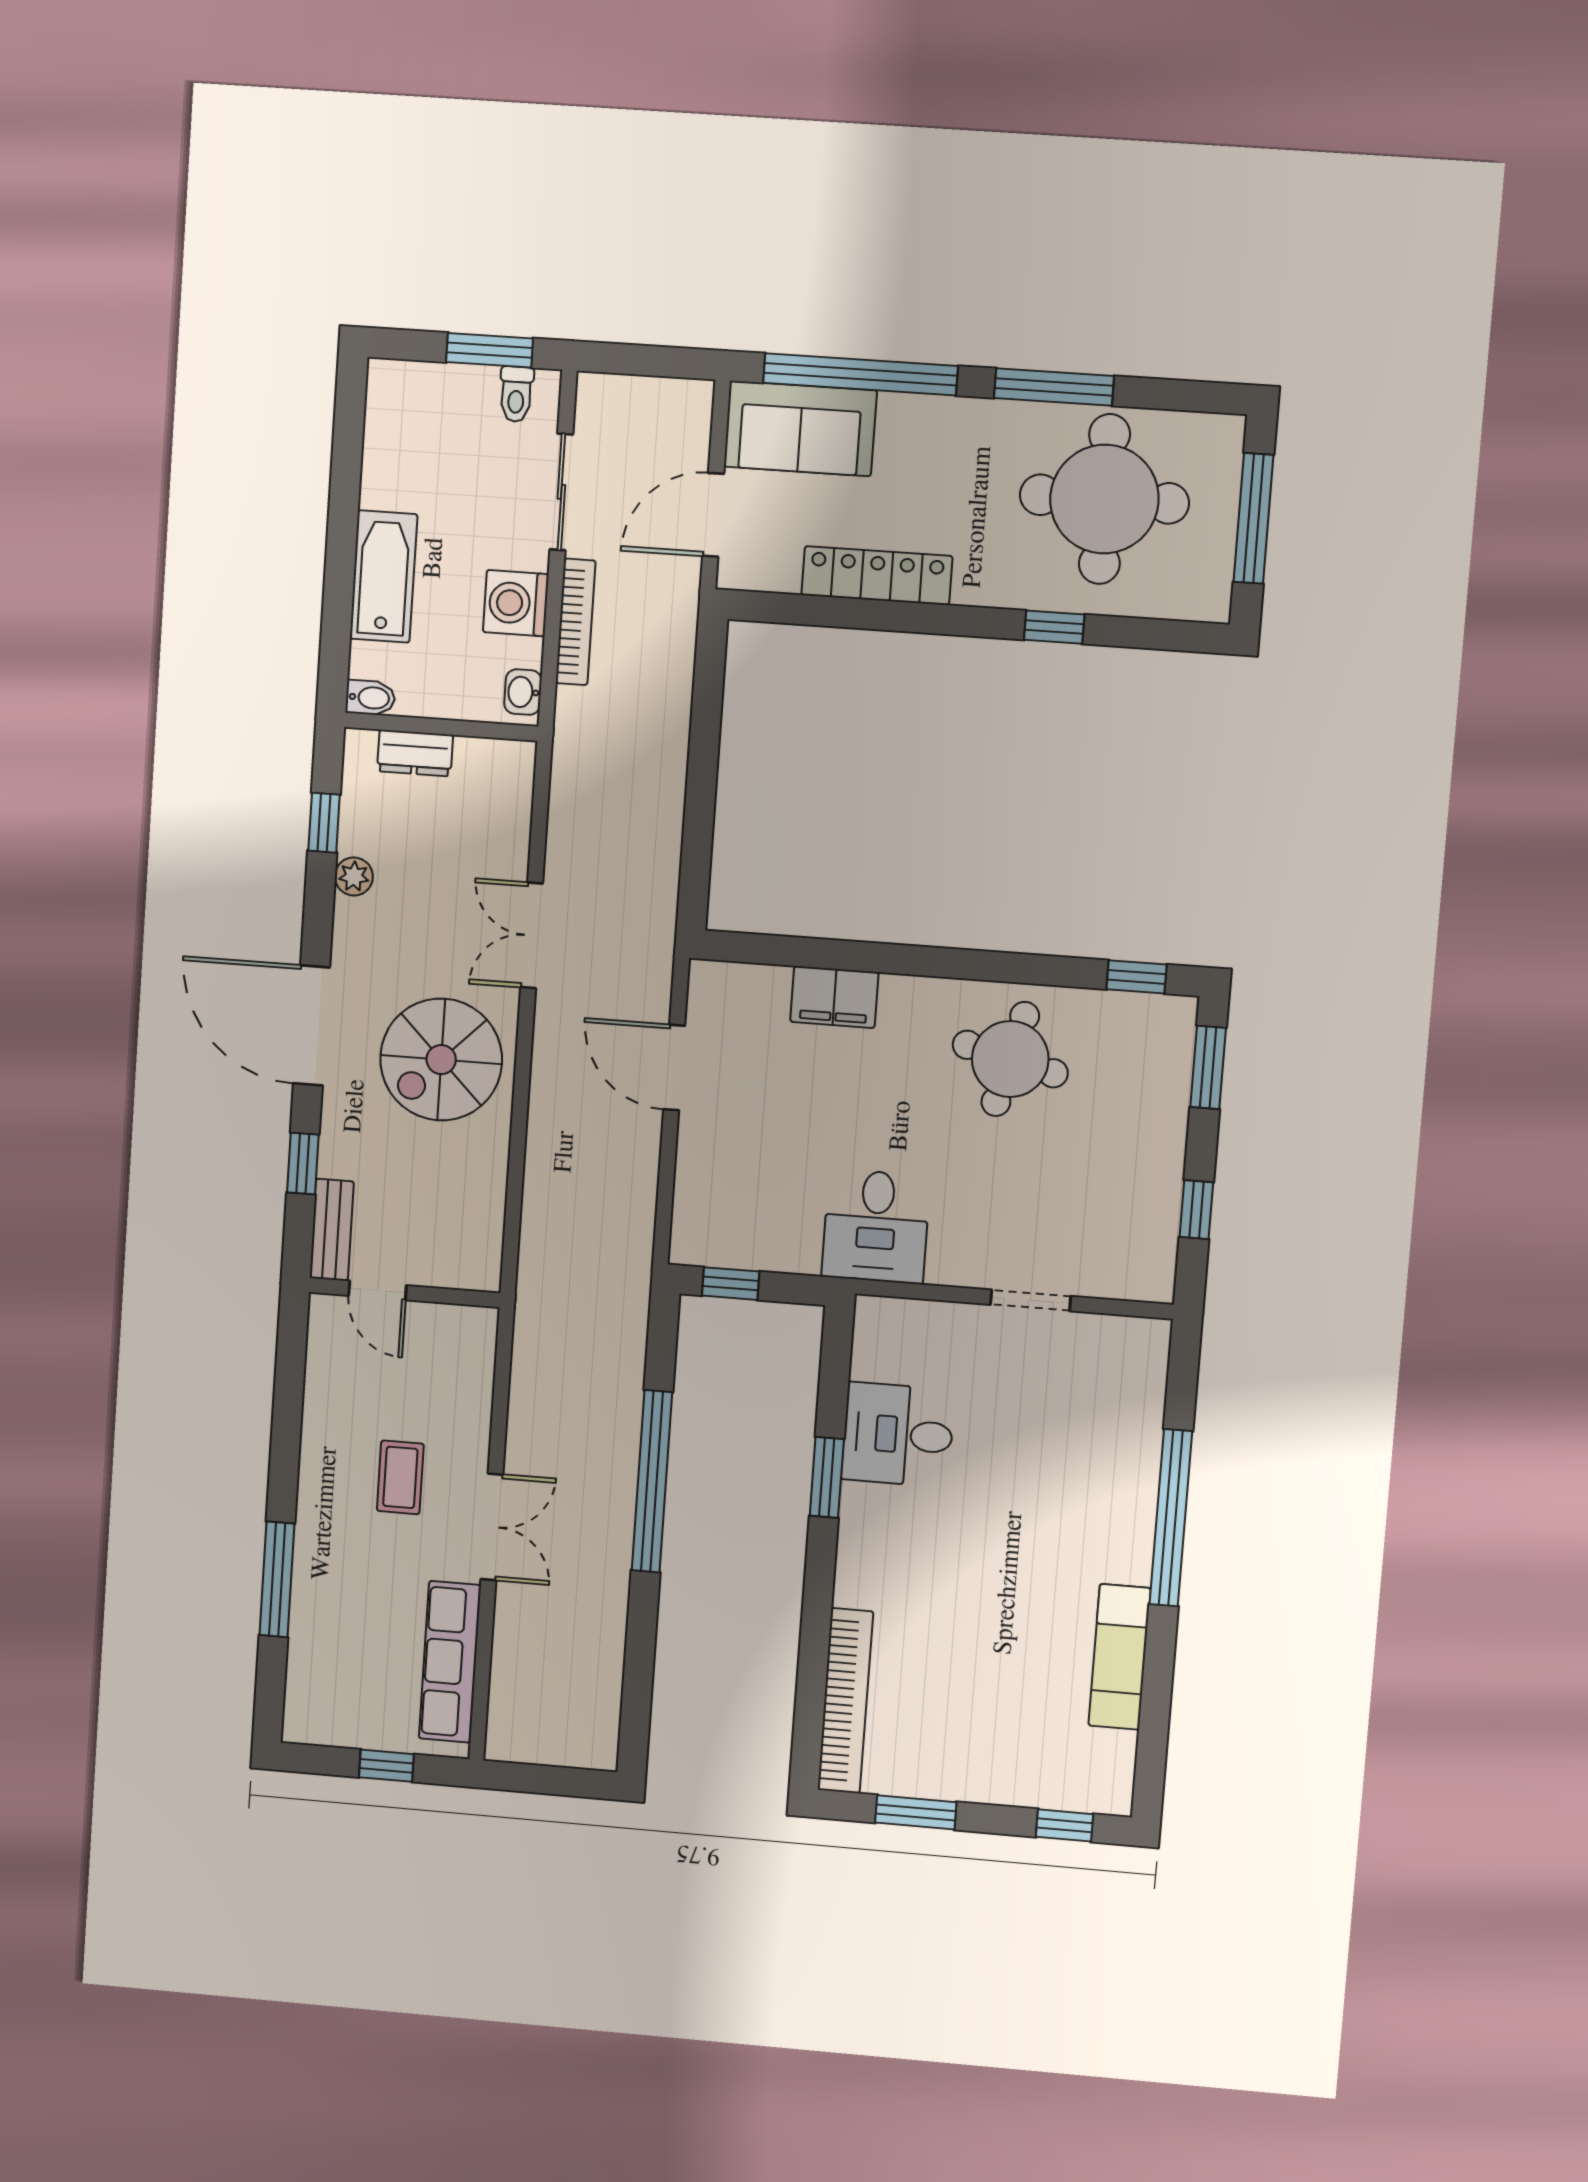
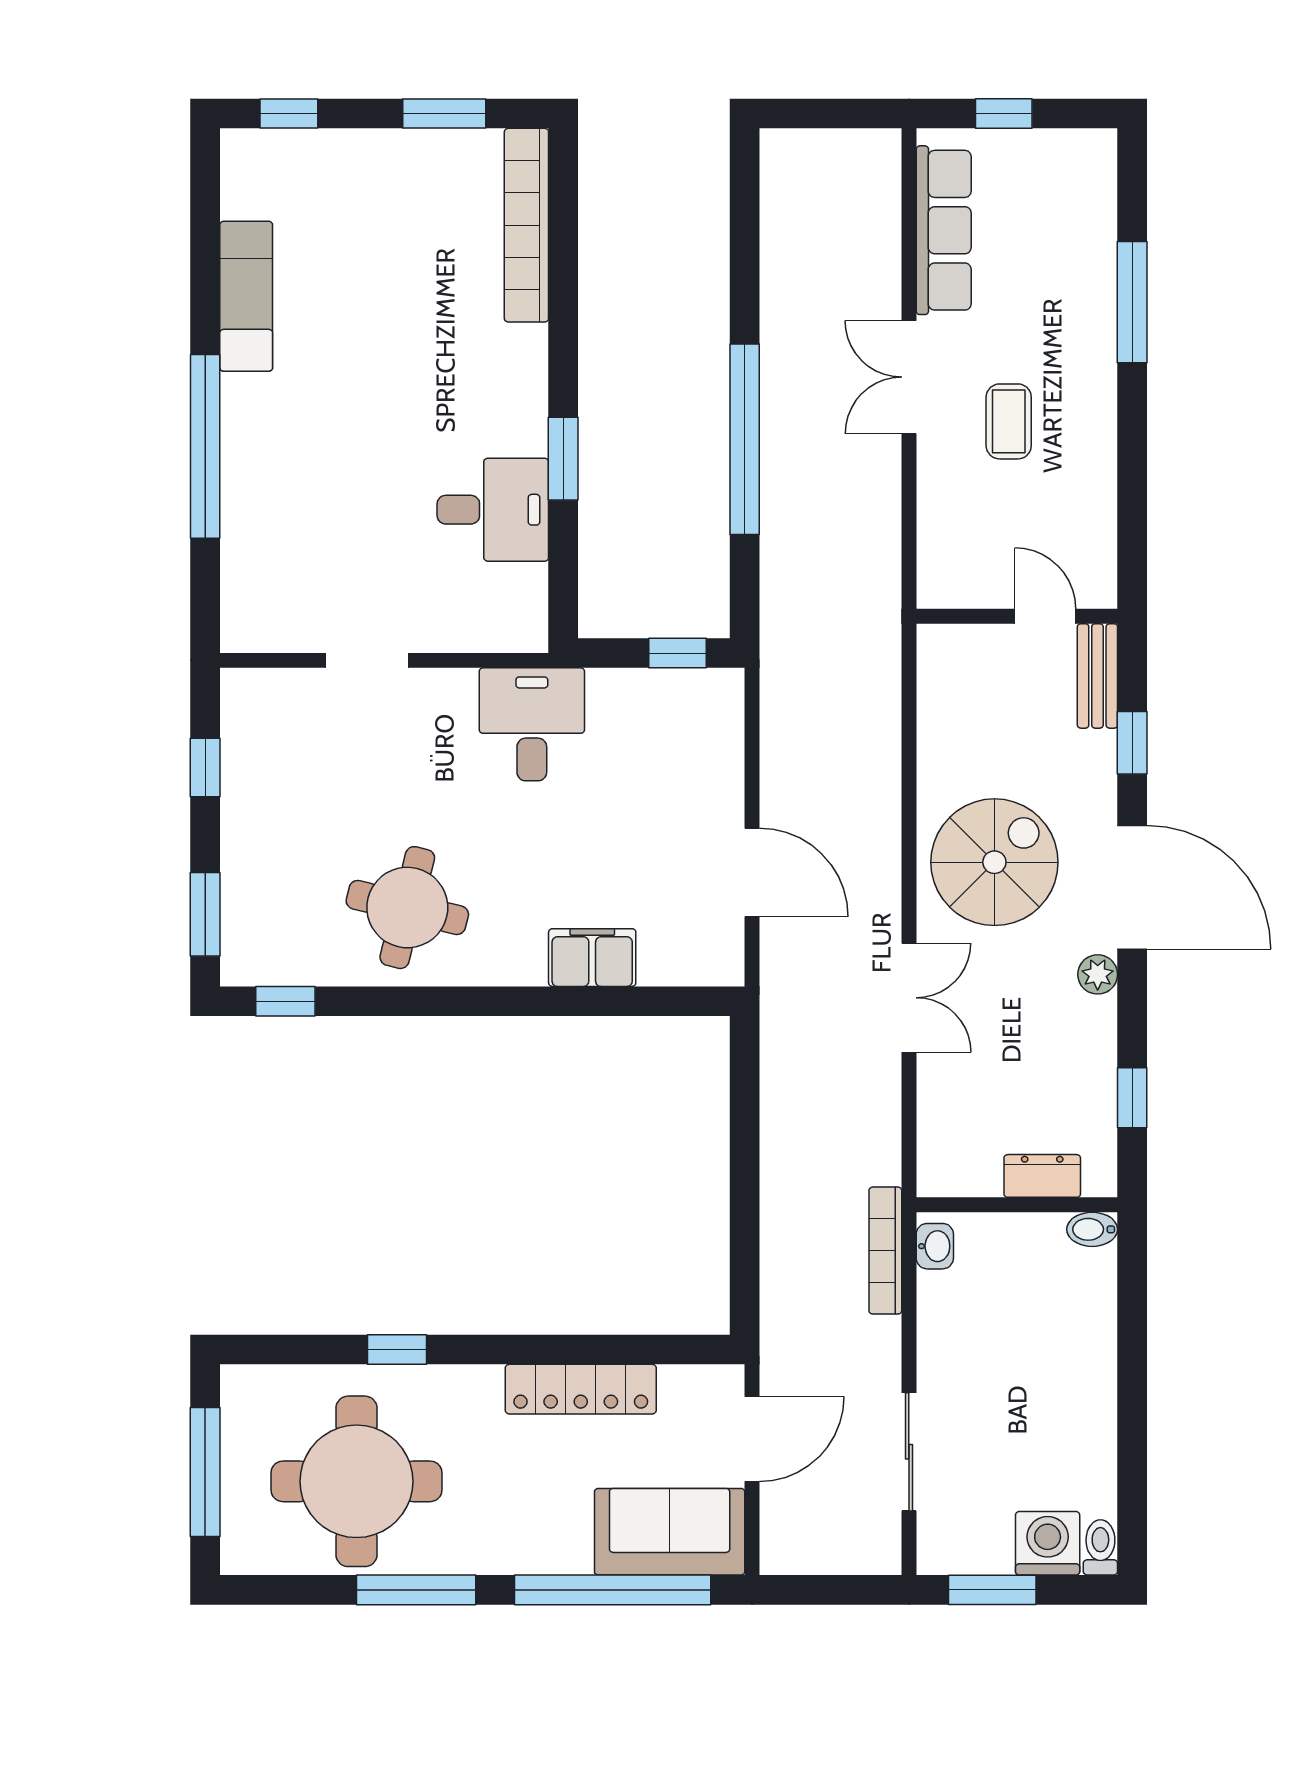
toilet: (516, 394) -> (1100, 1547), moved
bathtub: (384, 576) -> (1086, 1354), removed
washing machine: (516, 603) -> (1048, 1543), moved, turned -90
bookcase: (576, 622) -> (885, 1251), moved
plant: (354, 876) -> (1098, 974), moved

